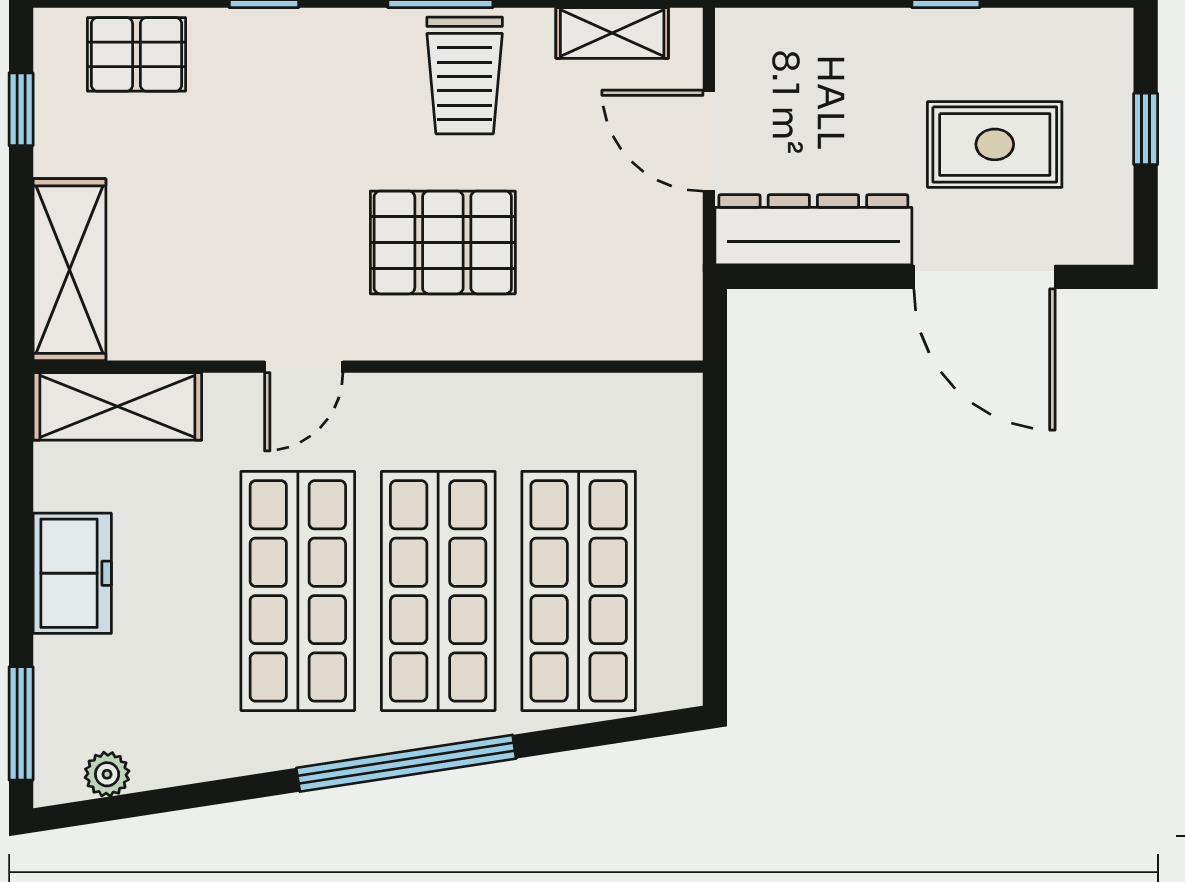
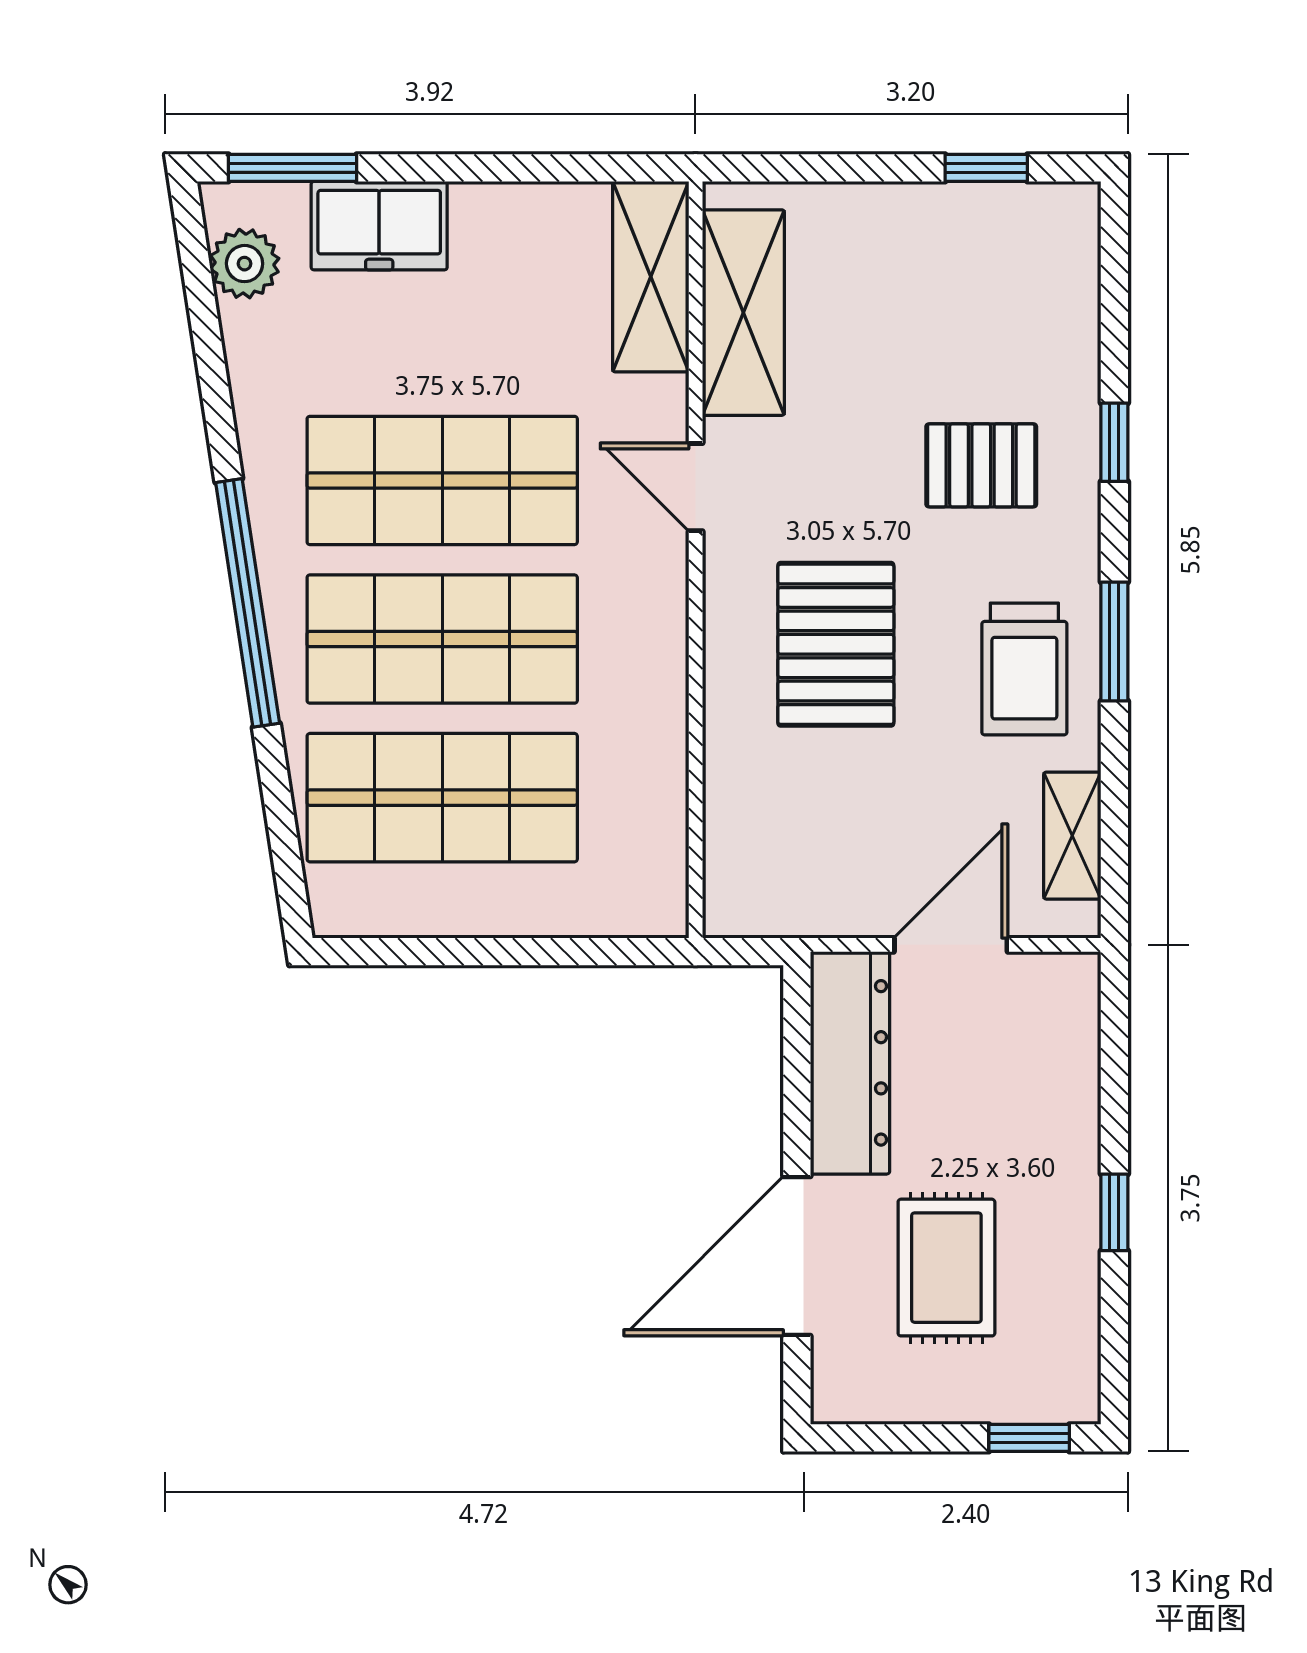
pallet: (136, 54) -> (981, 465), moved, turned 90
trolley: (465, 75) -> (1024, 669), turned -90
window: (1146, 129) -> (1029, 1438), moved
shelving: (69, 270) -> (743, 313), moved, turned 90
freezer: (72, 573) -> (379, 226), moved
plant: (107, 774) -> (245, 264), width x1.38, depth x1.38

